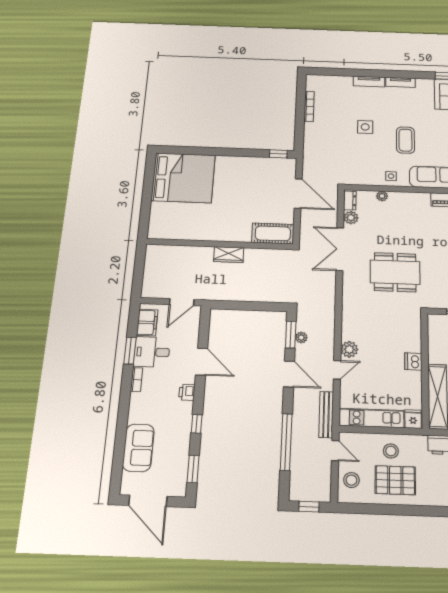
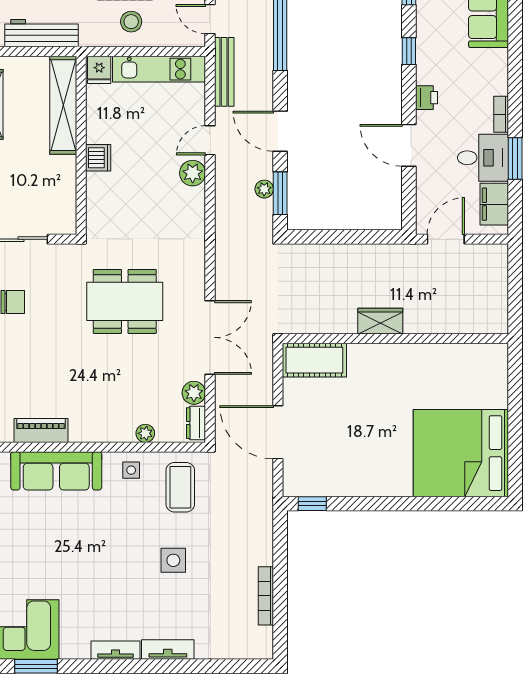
coffee table: (405, 140) -> (180, 487), moved

